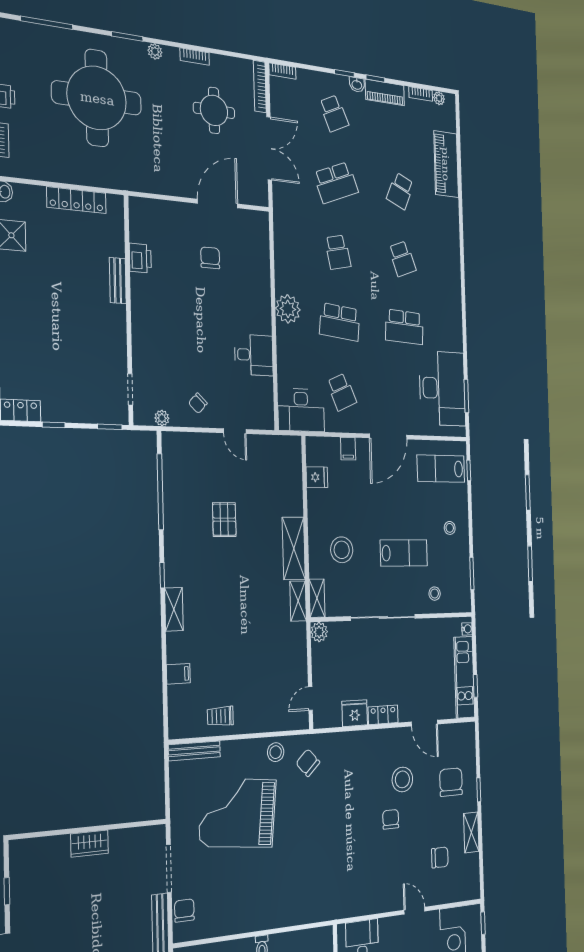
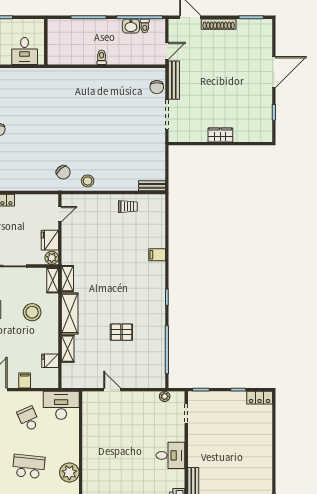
desk: (254, 355) -> (170, 455), moved, turned 180
chair: (198, 403) -> (139, 407), removed
pallet: (224, 520) -> (121, 332), turned 90
shelving: (174, 609) -> (68, 349), moved
filing cabinet: (178, 674) -> (157, 255), moved
fridge: (355, 713) -> (50, 240), moved, turned 90
bench: (194, 751) -> (152, 186), width x0.73
grand piano: (238, 813) -> (117, 144), removed

